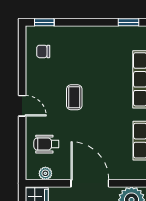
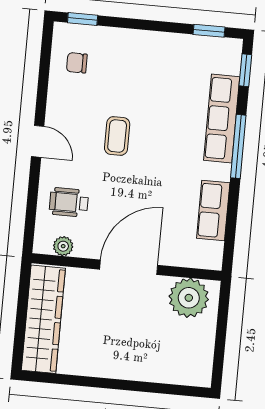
door: (90, 183) -> (129, 267), hinge flipped

